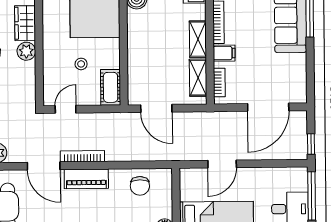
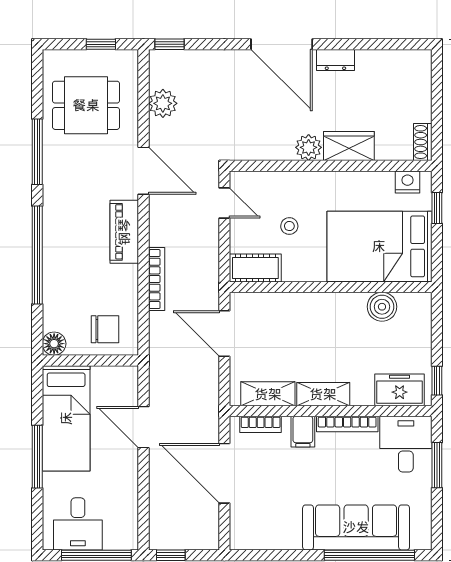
door: (268, 107) -> (224, 473), moved
door: (156, 108) -> (224, 333), hinge flipped
bookcase: (82, 156) -> (157, 279), moved
door: (44, 166) -> (143, 171), swing flipped
chair: (140, 186) -> (105, 329), moved, turned 180

